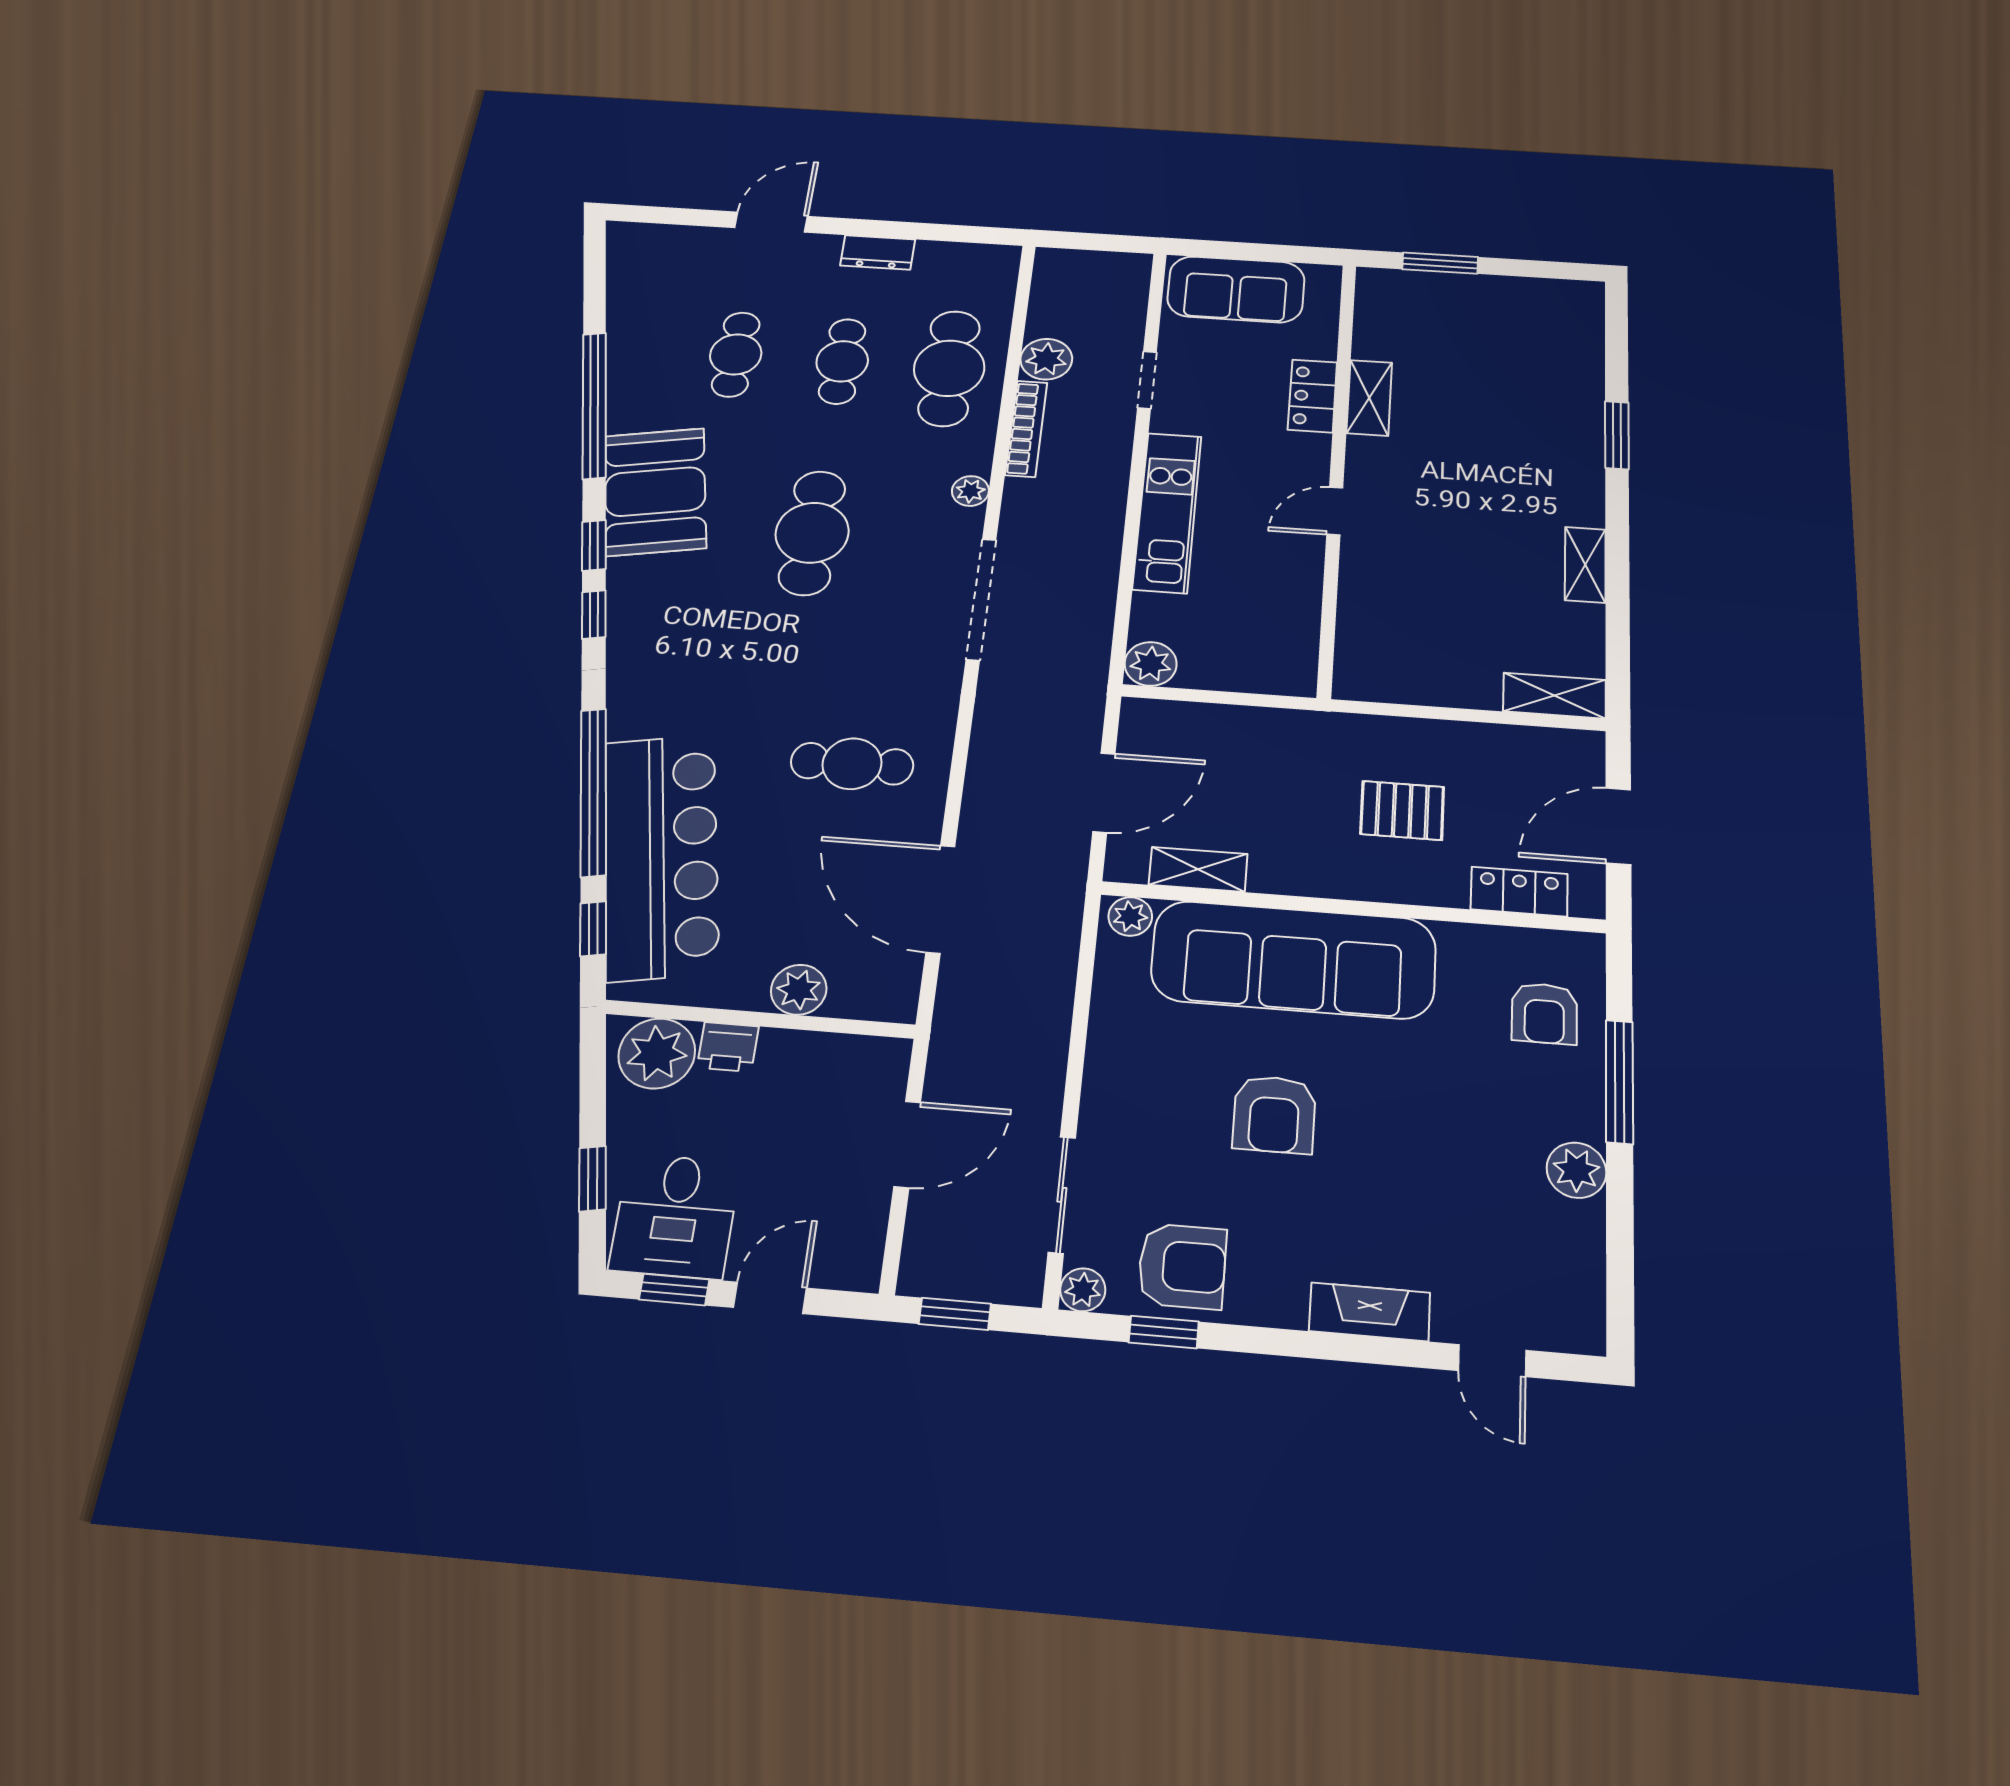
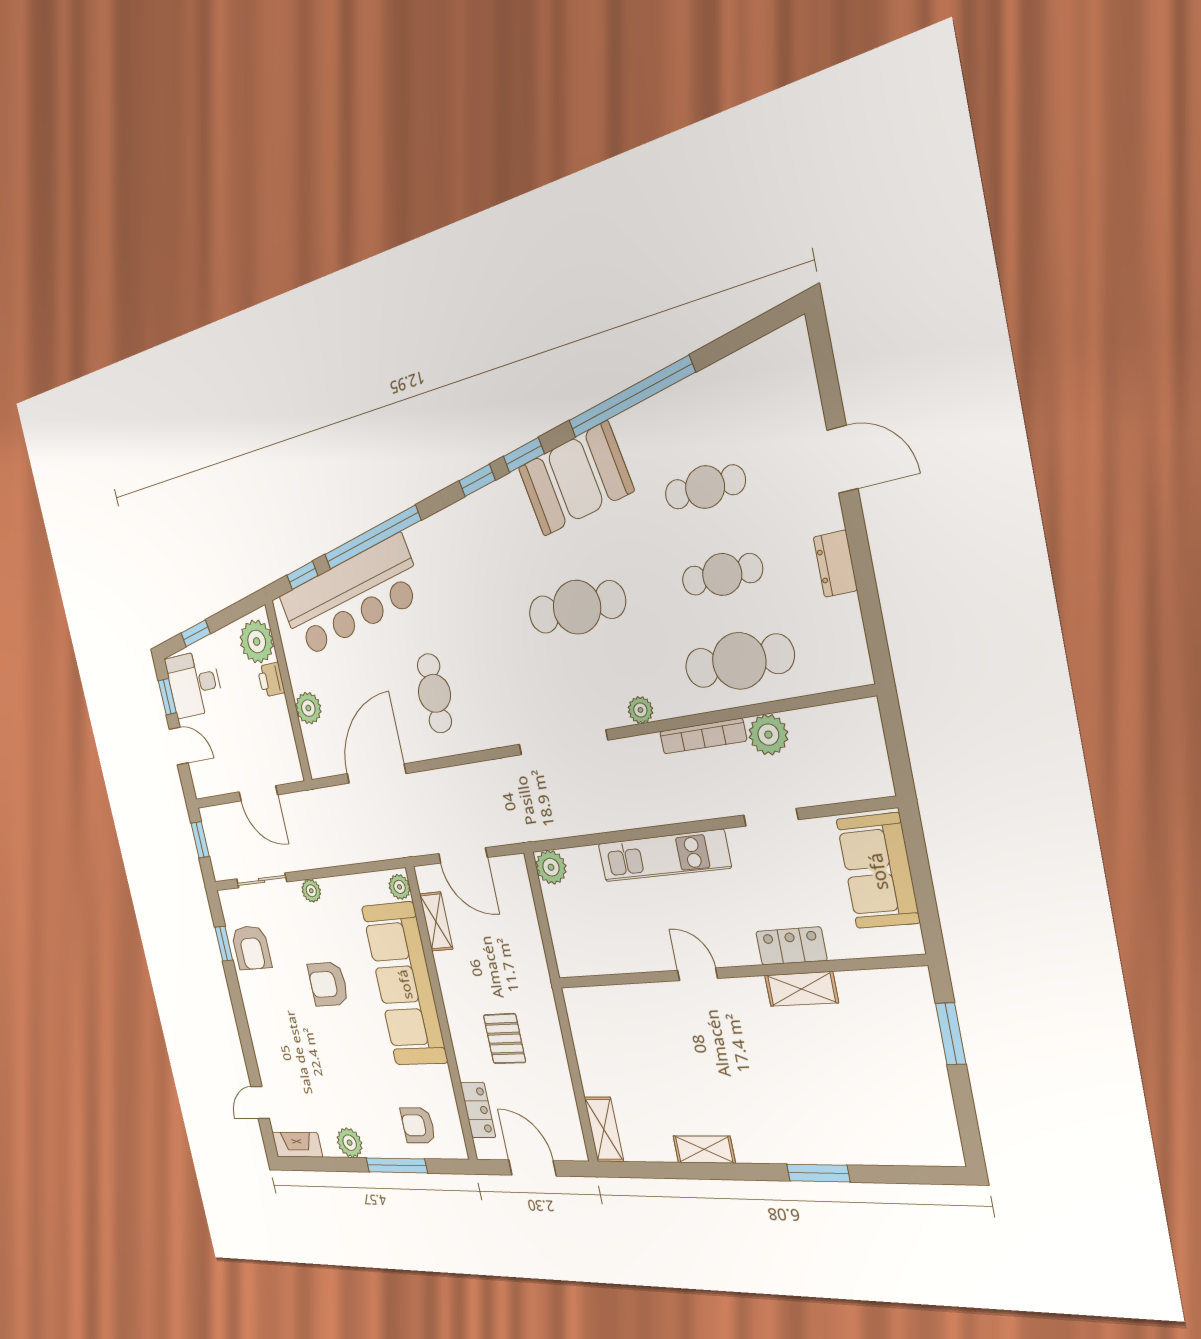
plant: (1083, 1290) -> (311, 891), moved
fireplace: (1370, 1312) -> (297, 1145), moved, turned -90

